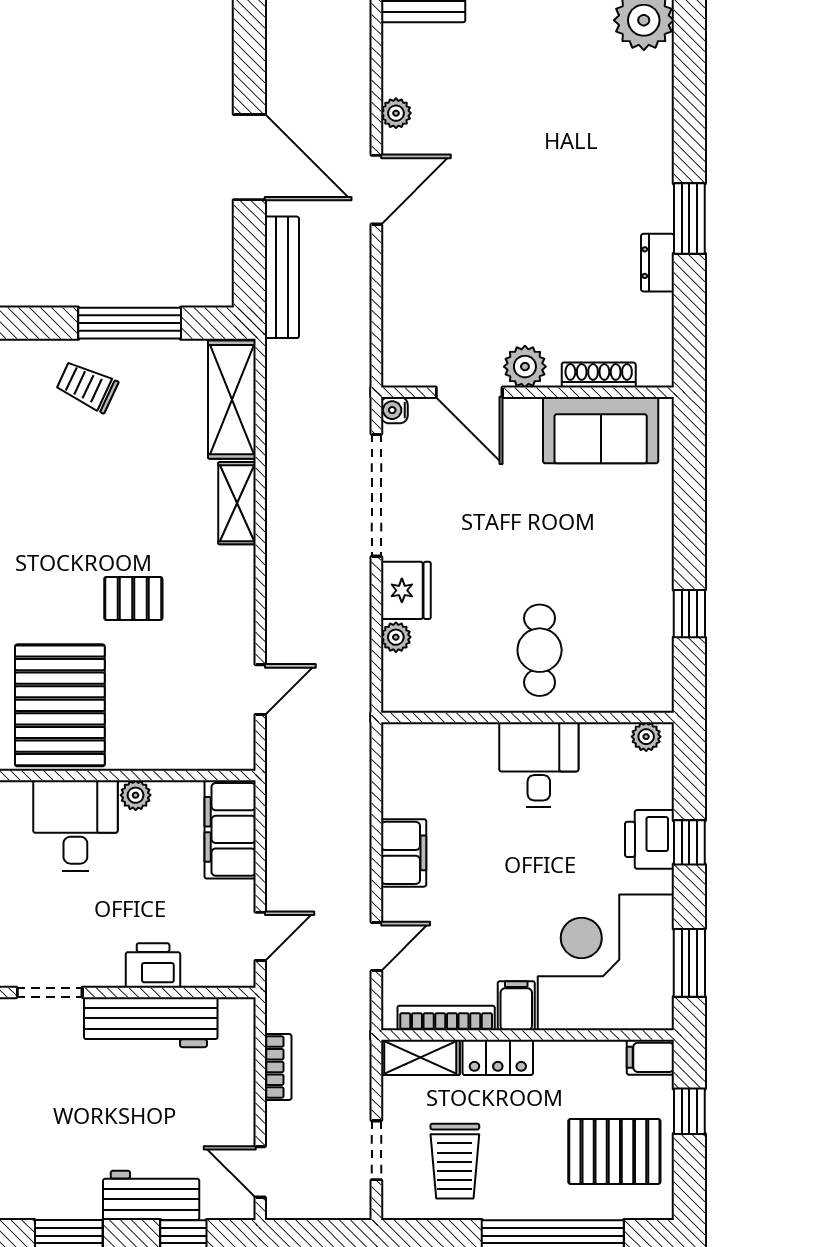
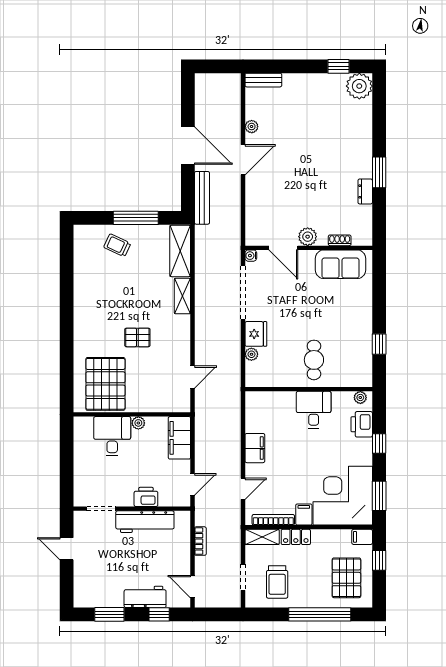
shoe rack: (599, 375) -> (340, 240), width x0.70
printer: (649, 839) -> (362, 424), moved
pallet: (614, 1151) -> (346, 578), turned 90

